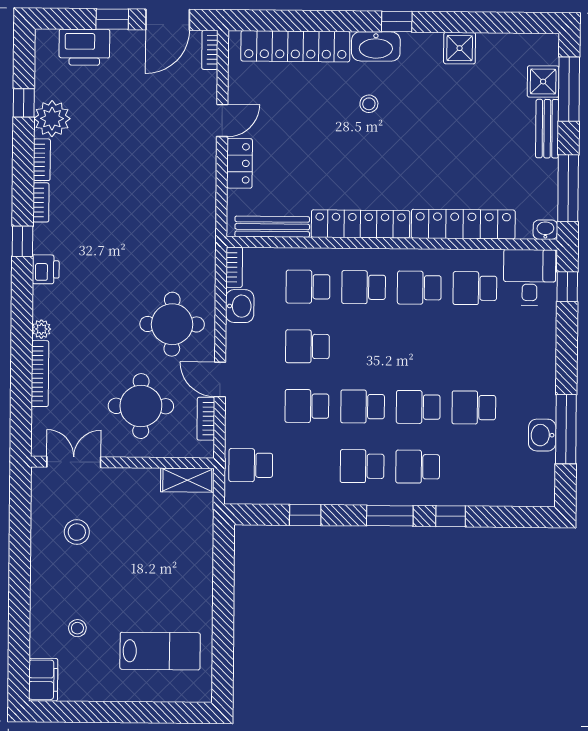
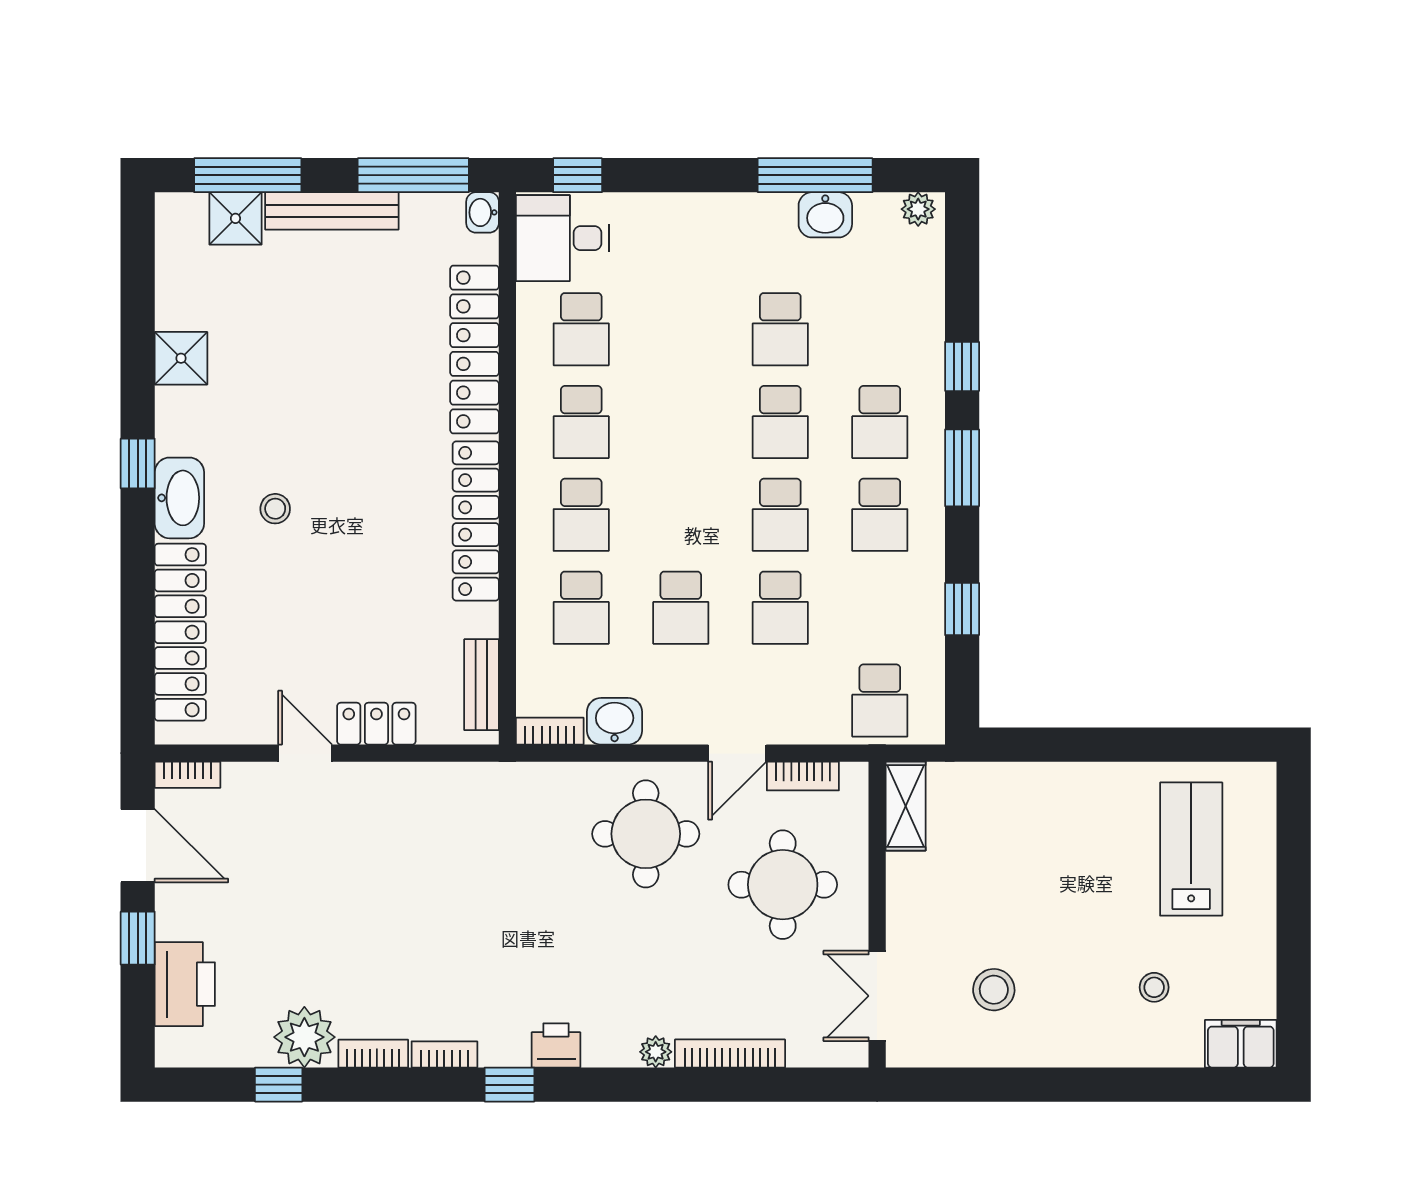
bench: (547, 129) -> (332, 211), width x1.36
bench: (272, 227) -> (482, 685), width x0.73
plant: (545, 491) -> (918, 209), added

